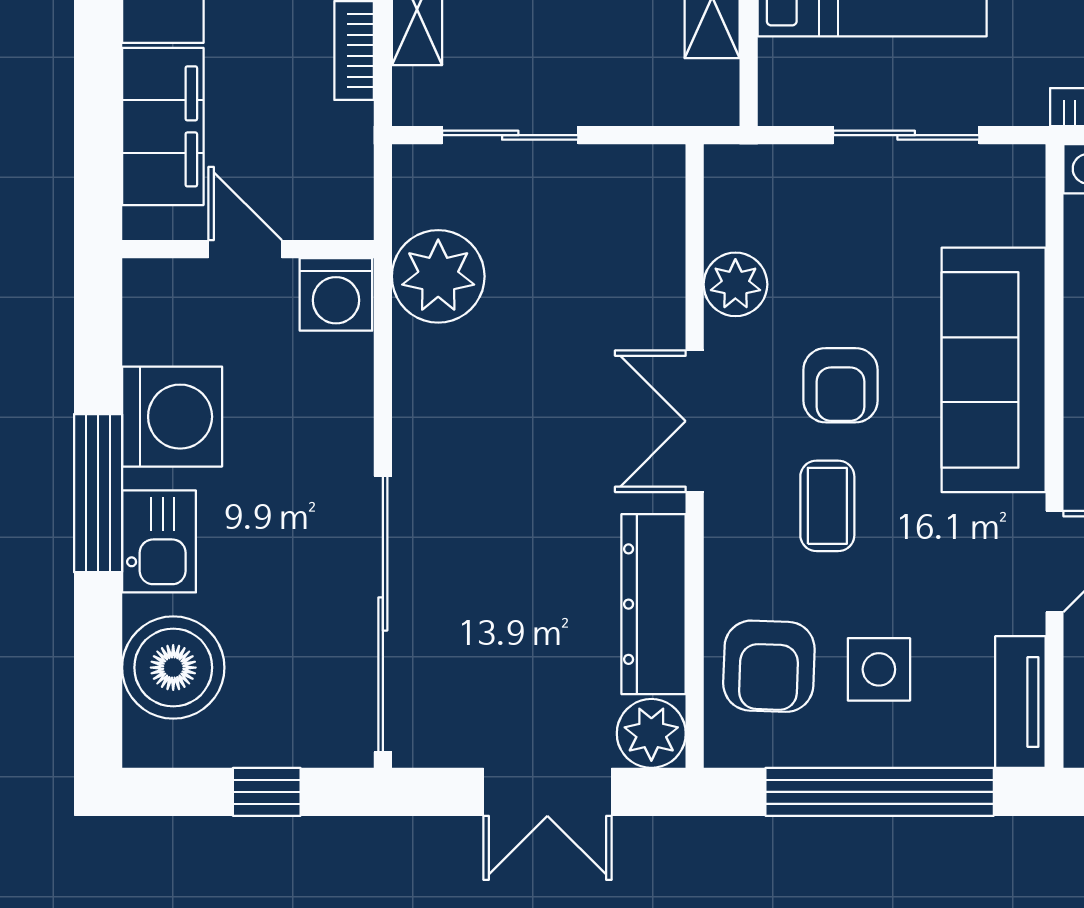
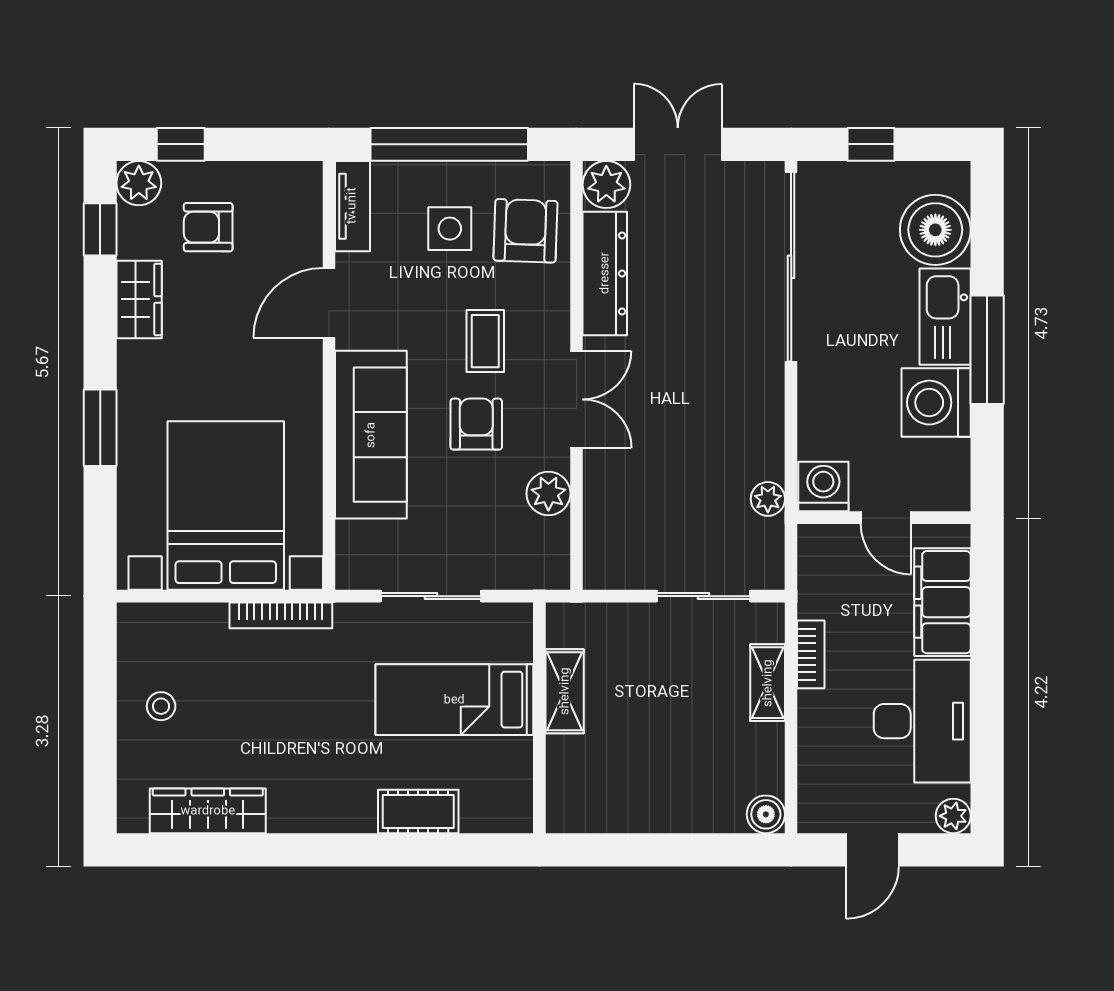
plant: (438, 276) -> (768, 499), width x0.53, depth x0.53
kitchen sink: (159, 541) -> (945, 317), width x1.38

